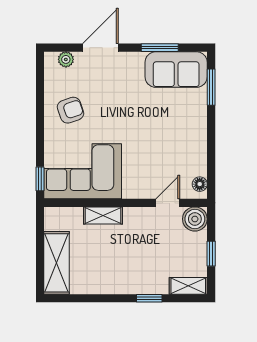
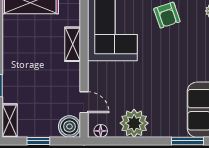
plant: (191, 147) -> (134, 123), added

